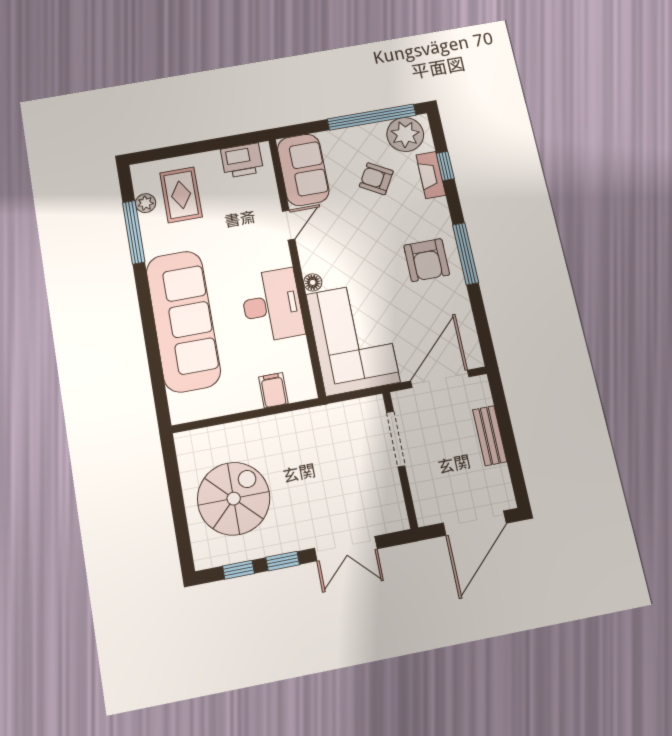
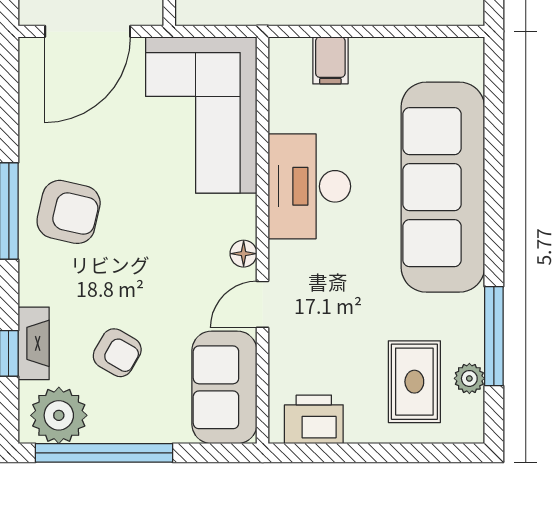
armchair: (427, 260) -> (69, 212), turned 103
floor lamp: (313, 282) -> (244, 254), moved

